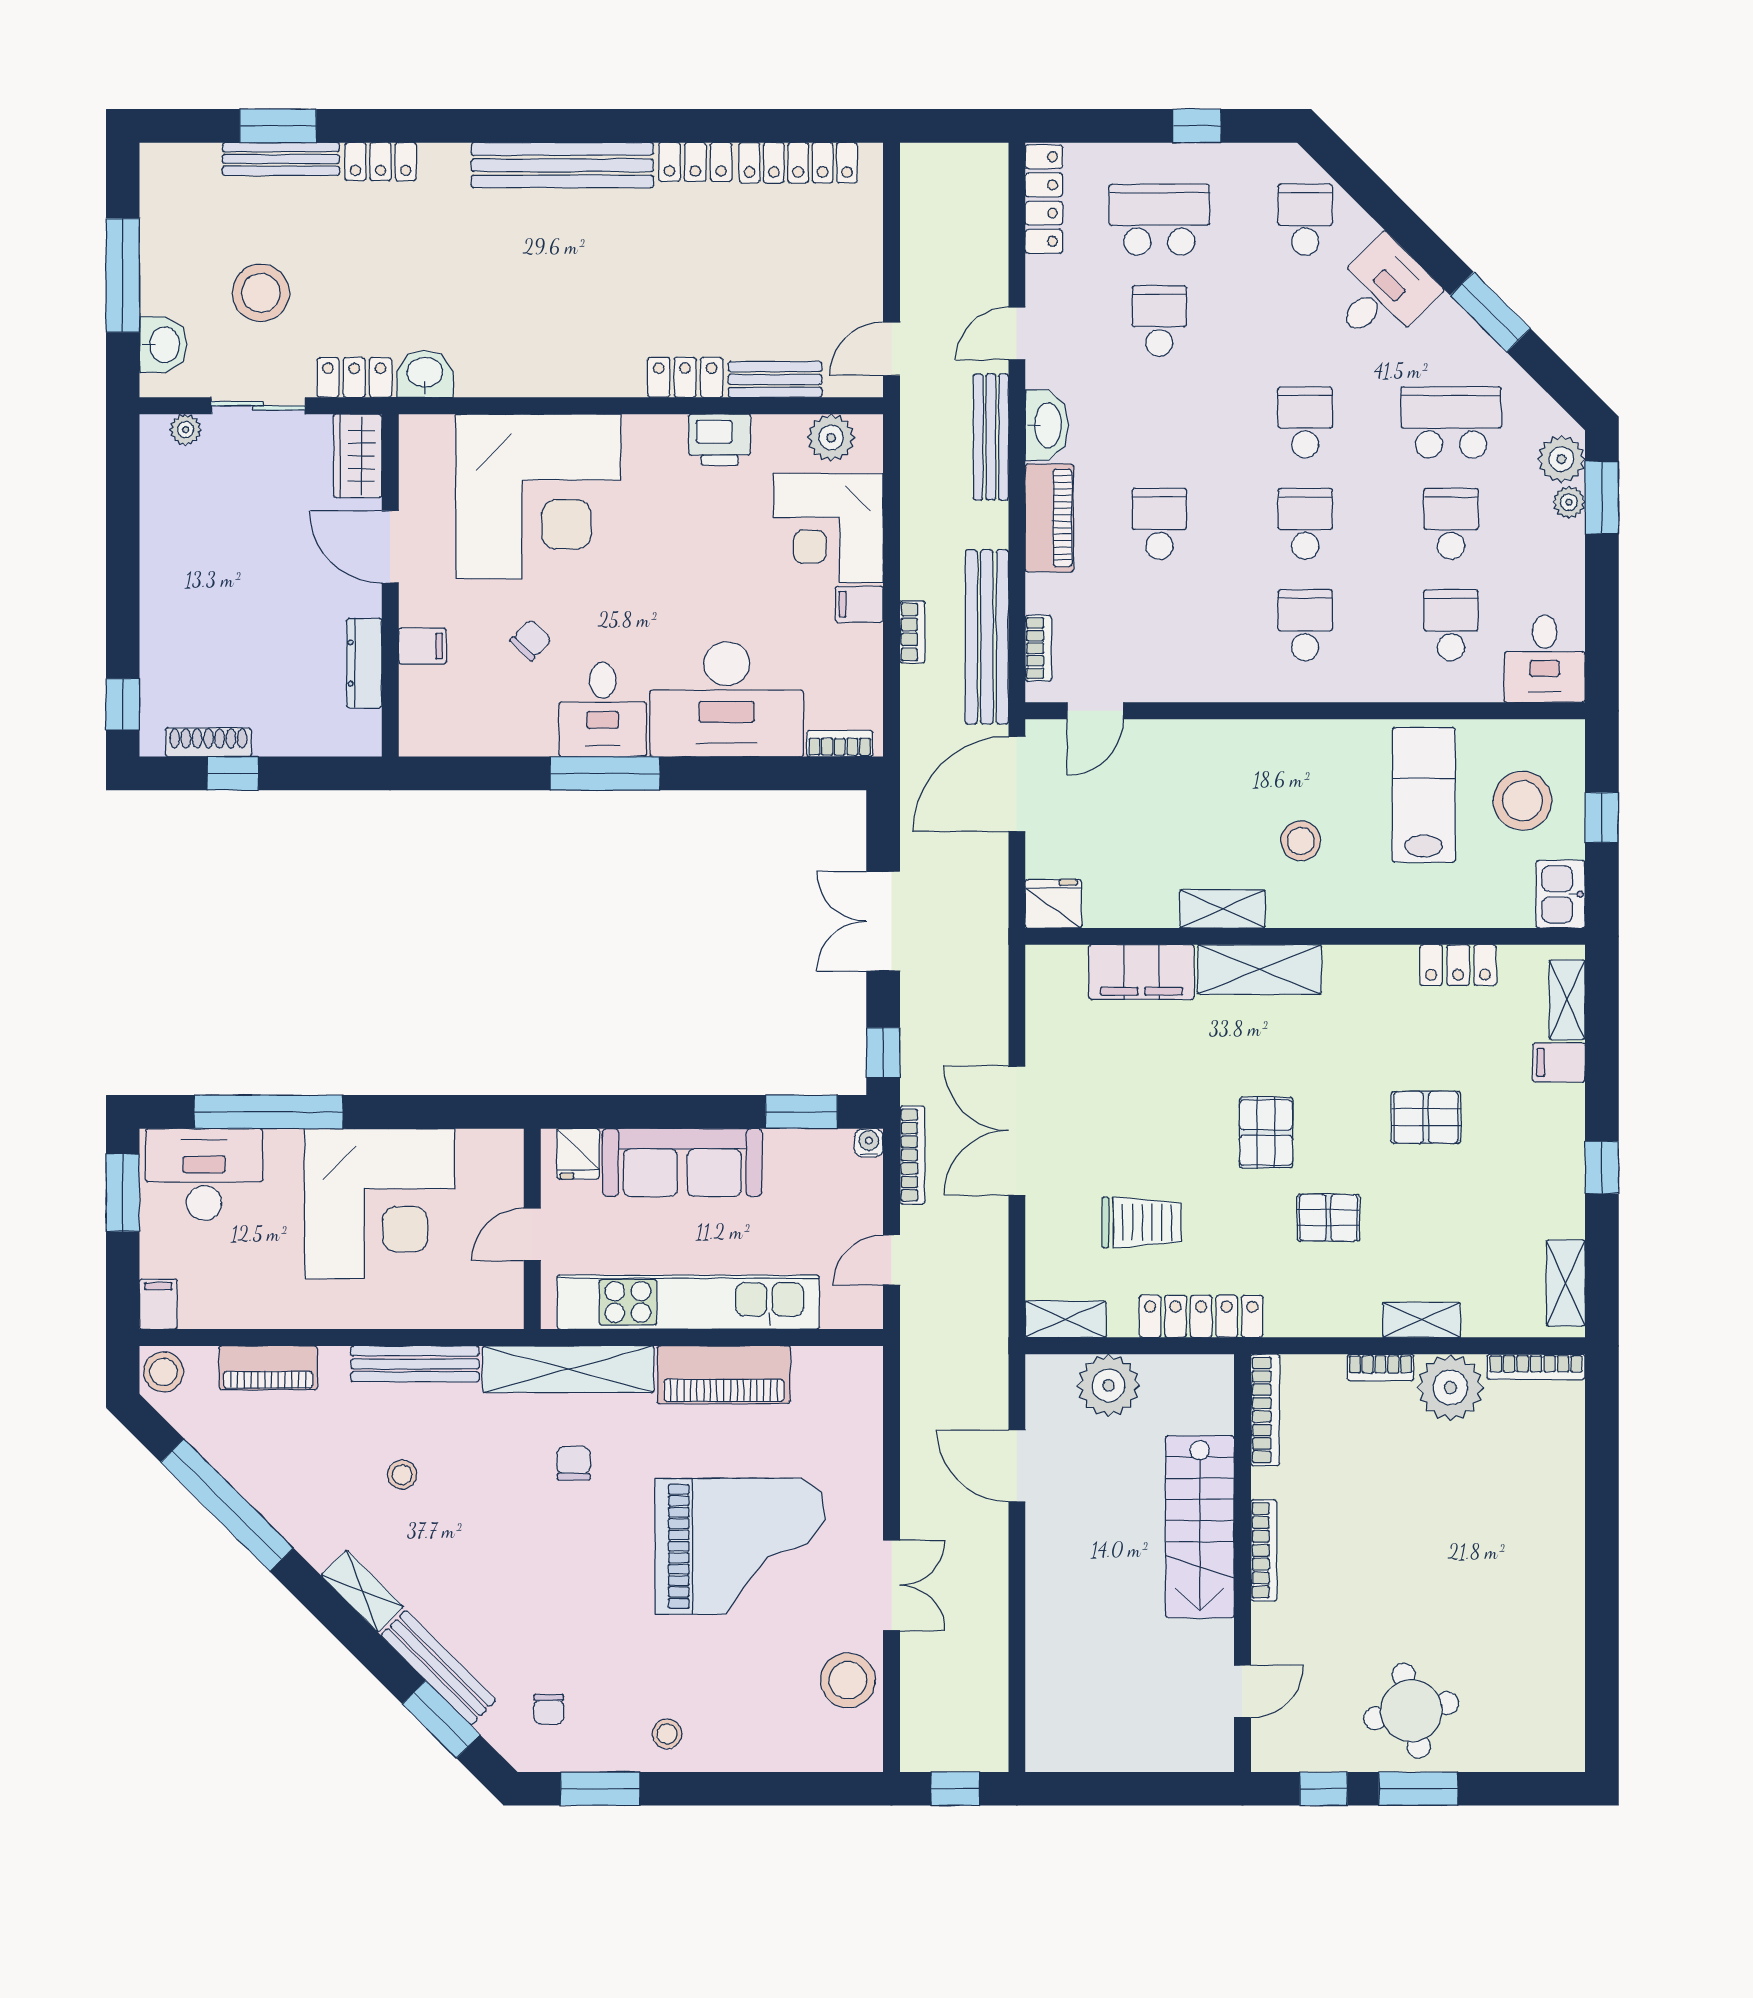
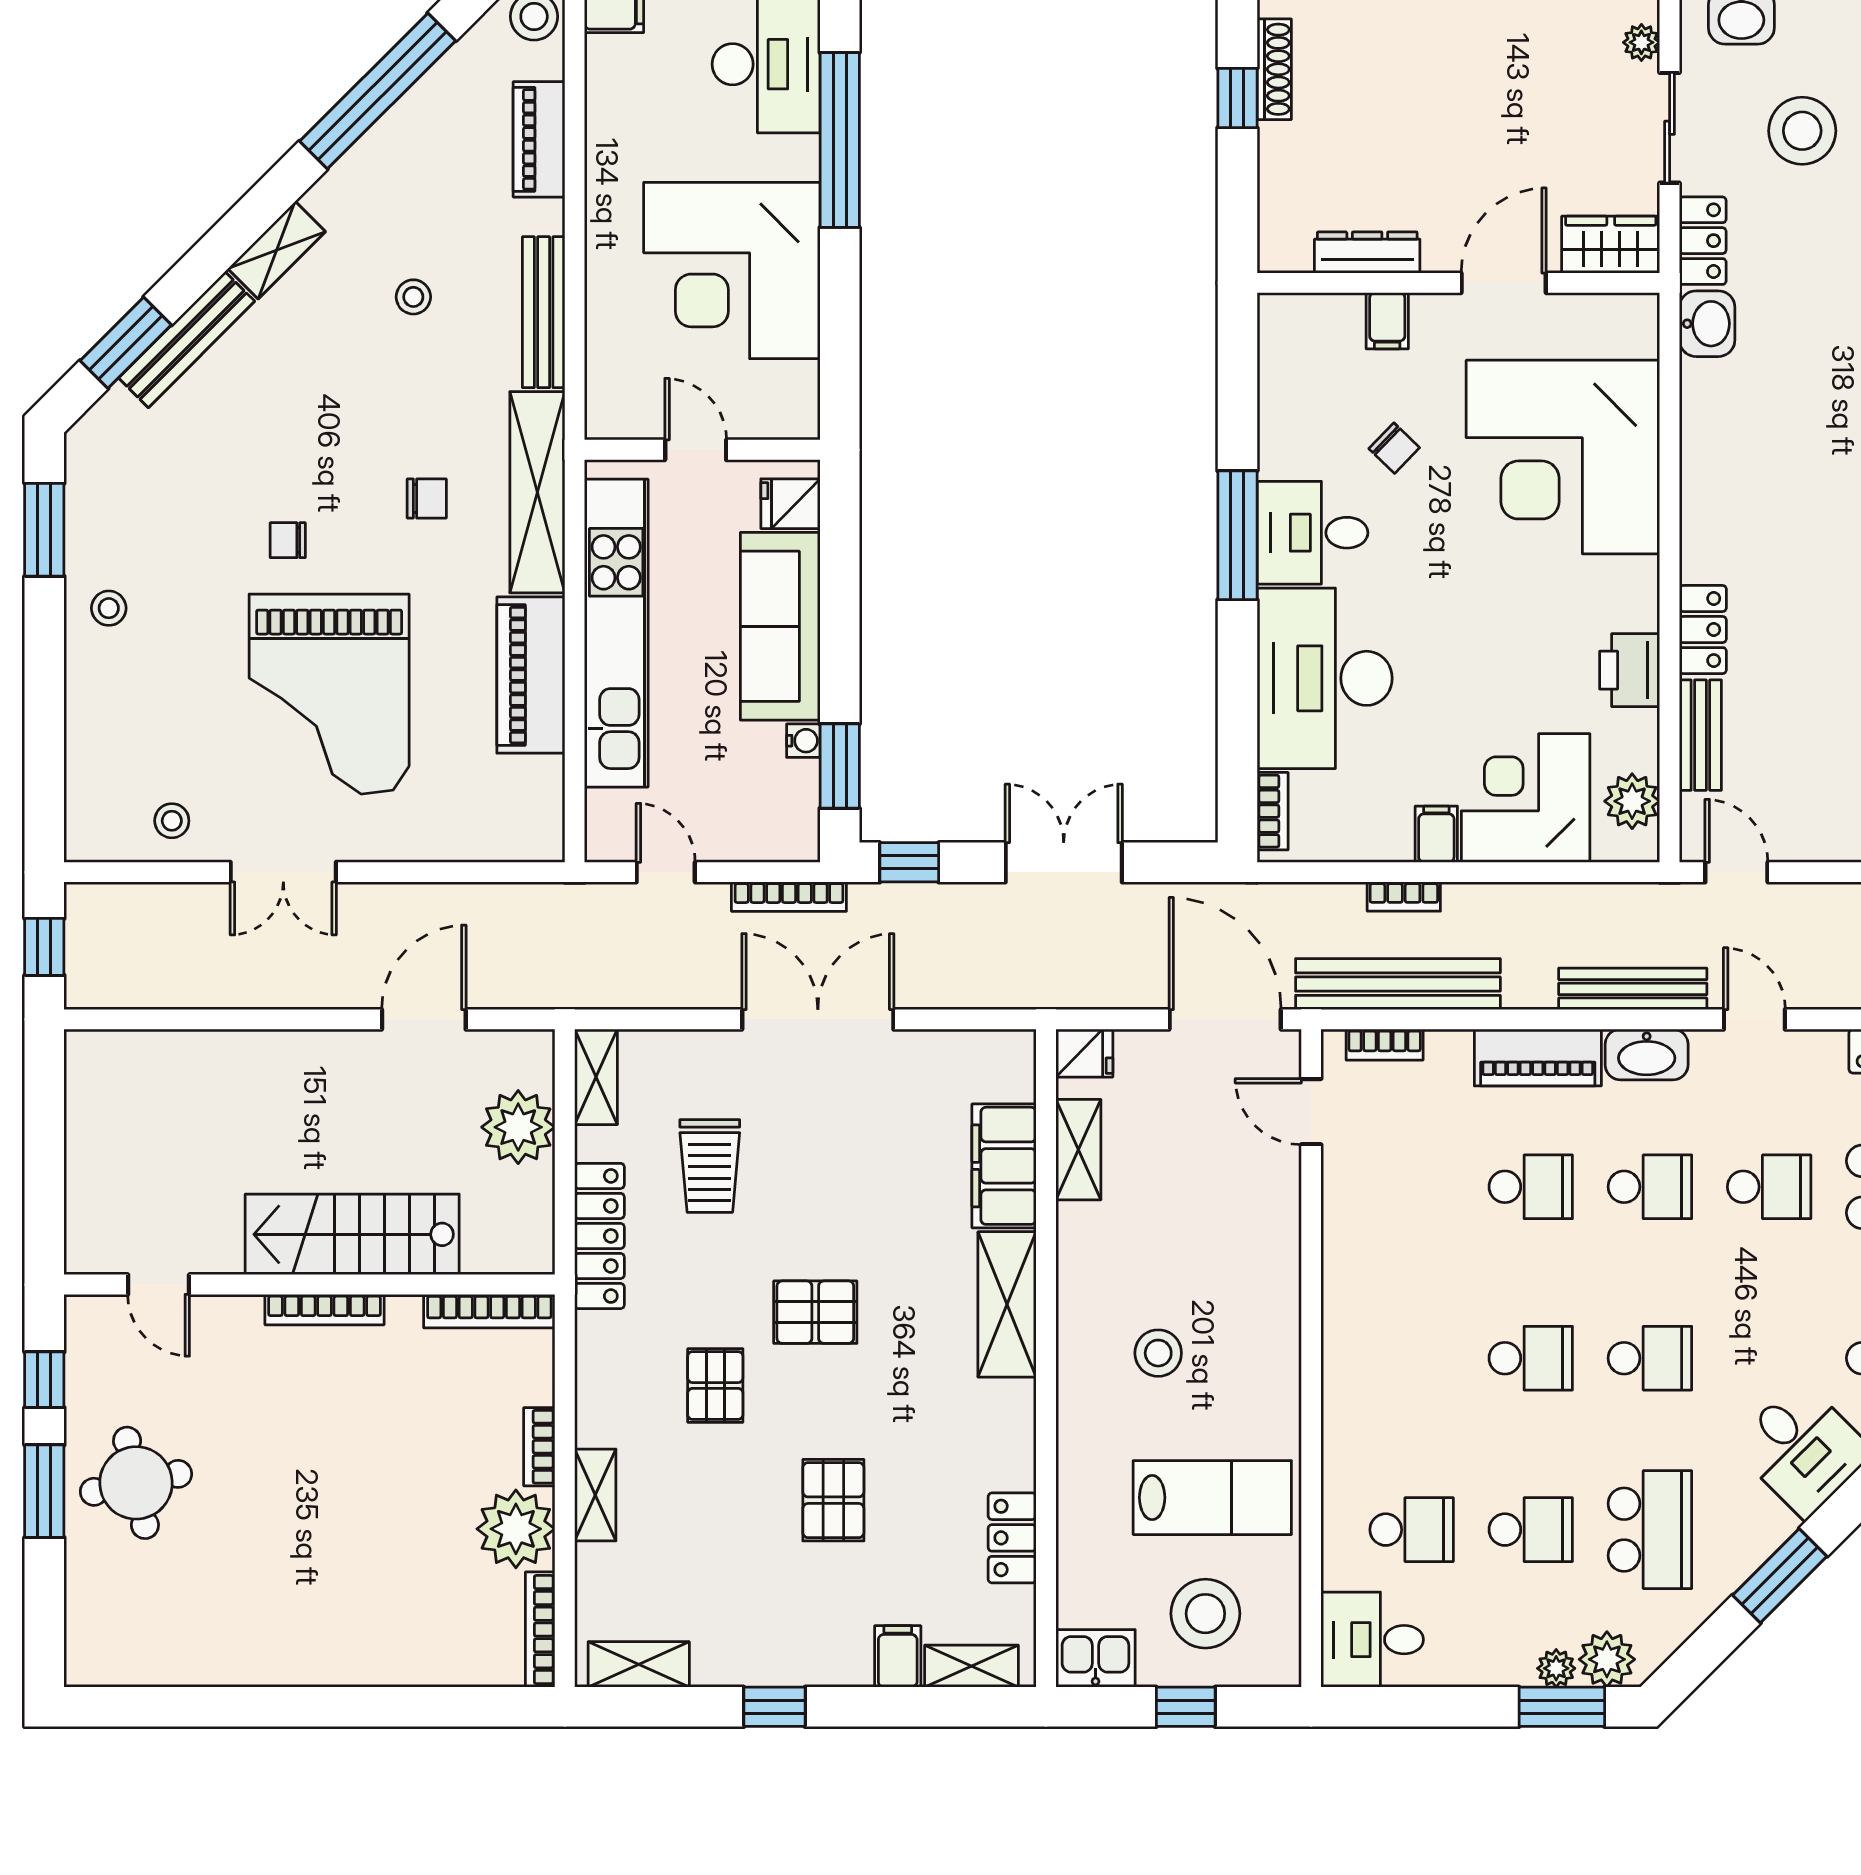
school desk: (1305, 625) -> (1650, 1187), moved
fridge: (1053, 904) -> (1084, 1053), width x0.72
shelving: (1222, 909) -> (1078, 1150), moved
water cooler: (869, 1143) -> (803, 741), moved
stool: (848, 1680) -> (172, 821), width x0.53, depth x0.53
chair: (549, 1709) -> (288, 540), moved

